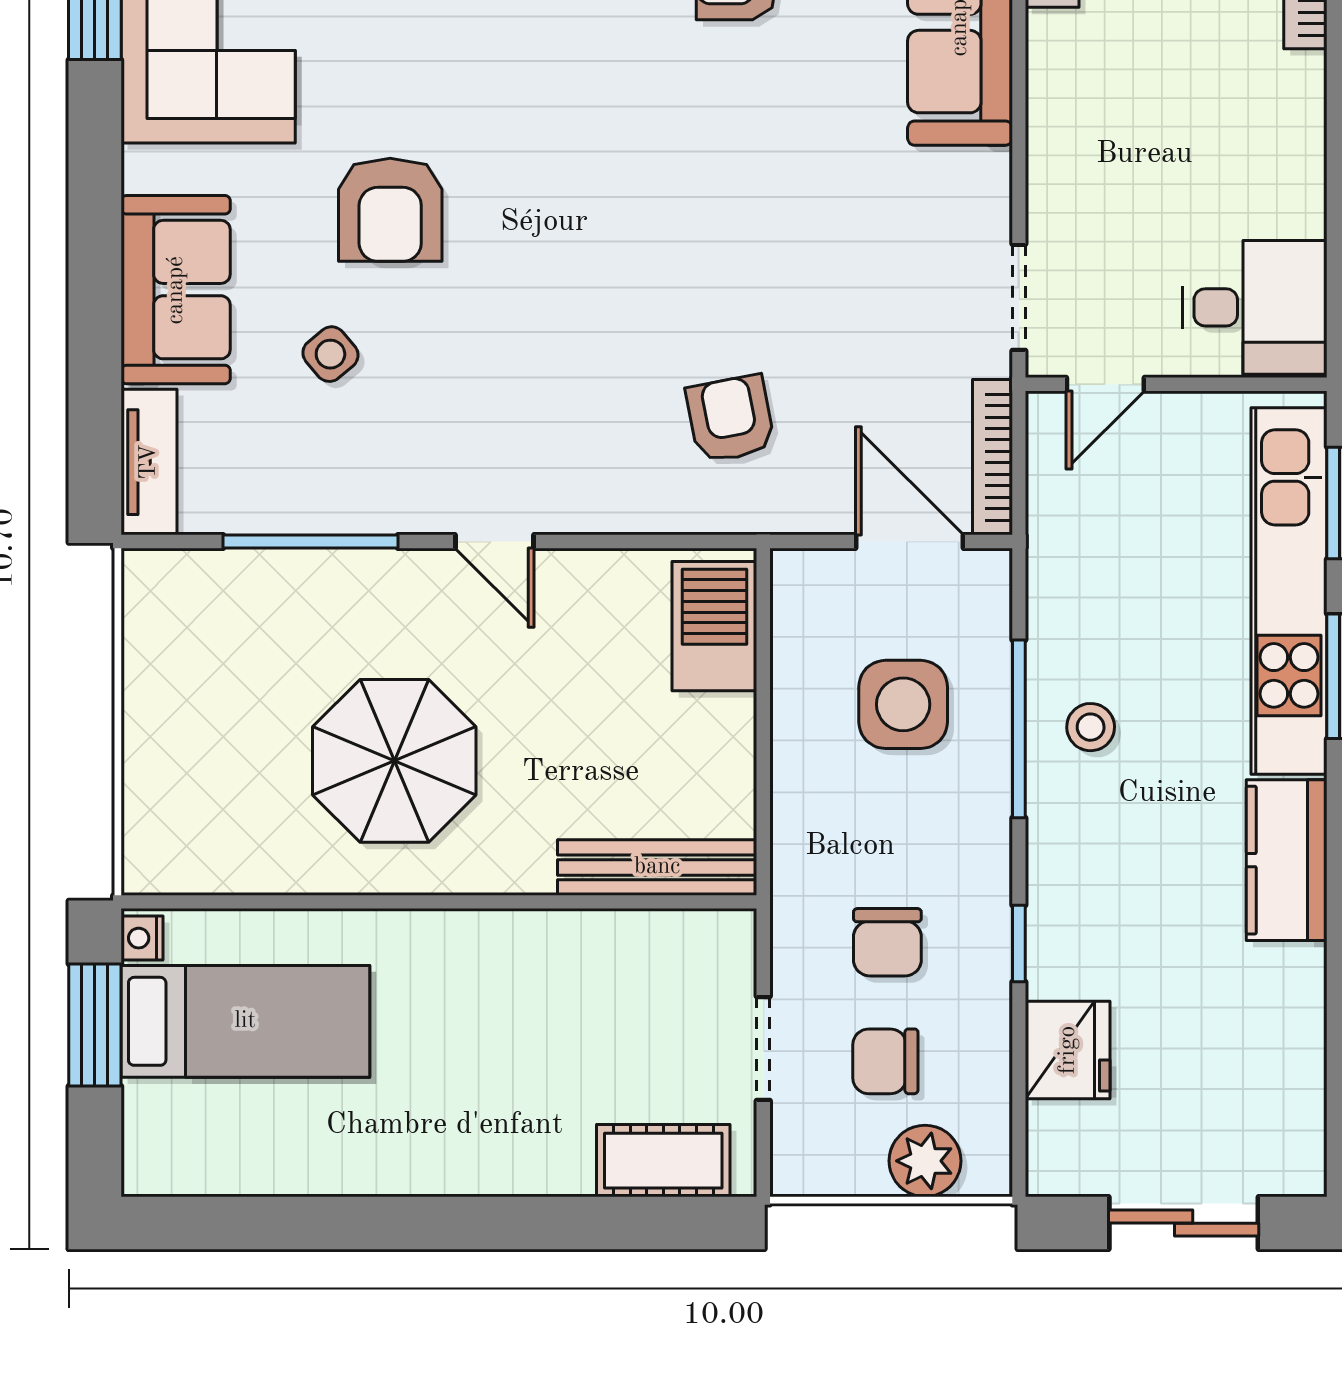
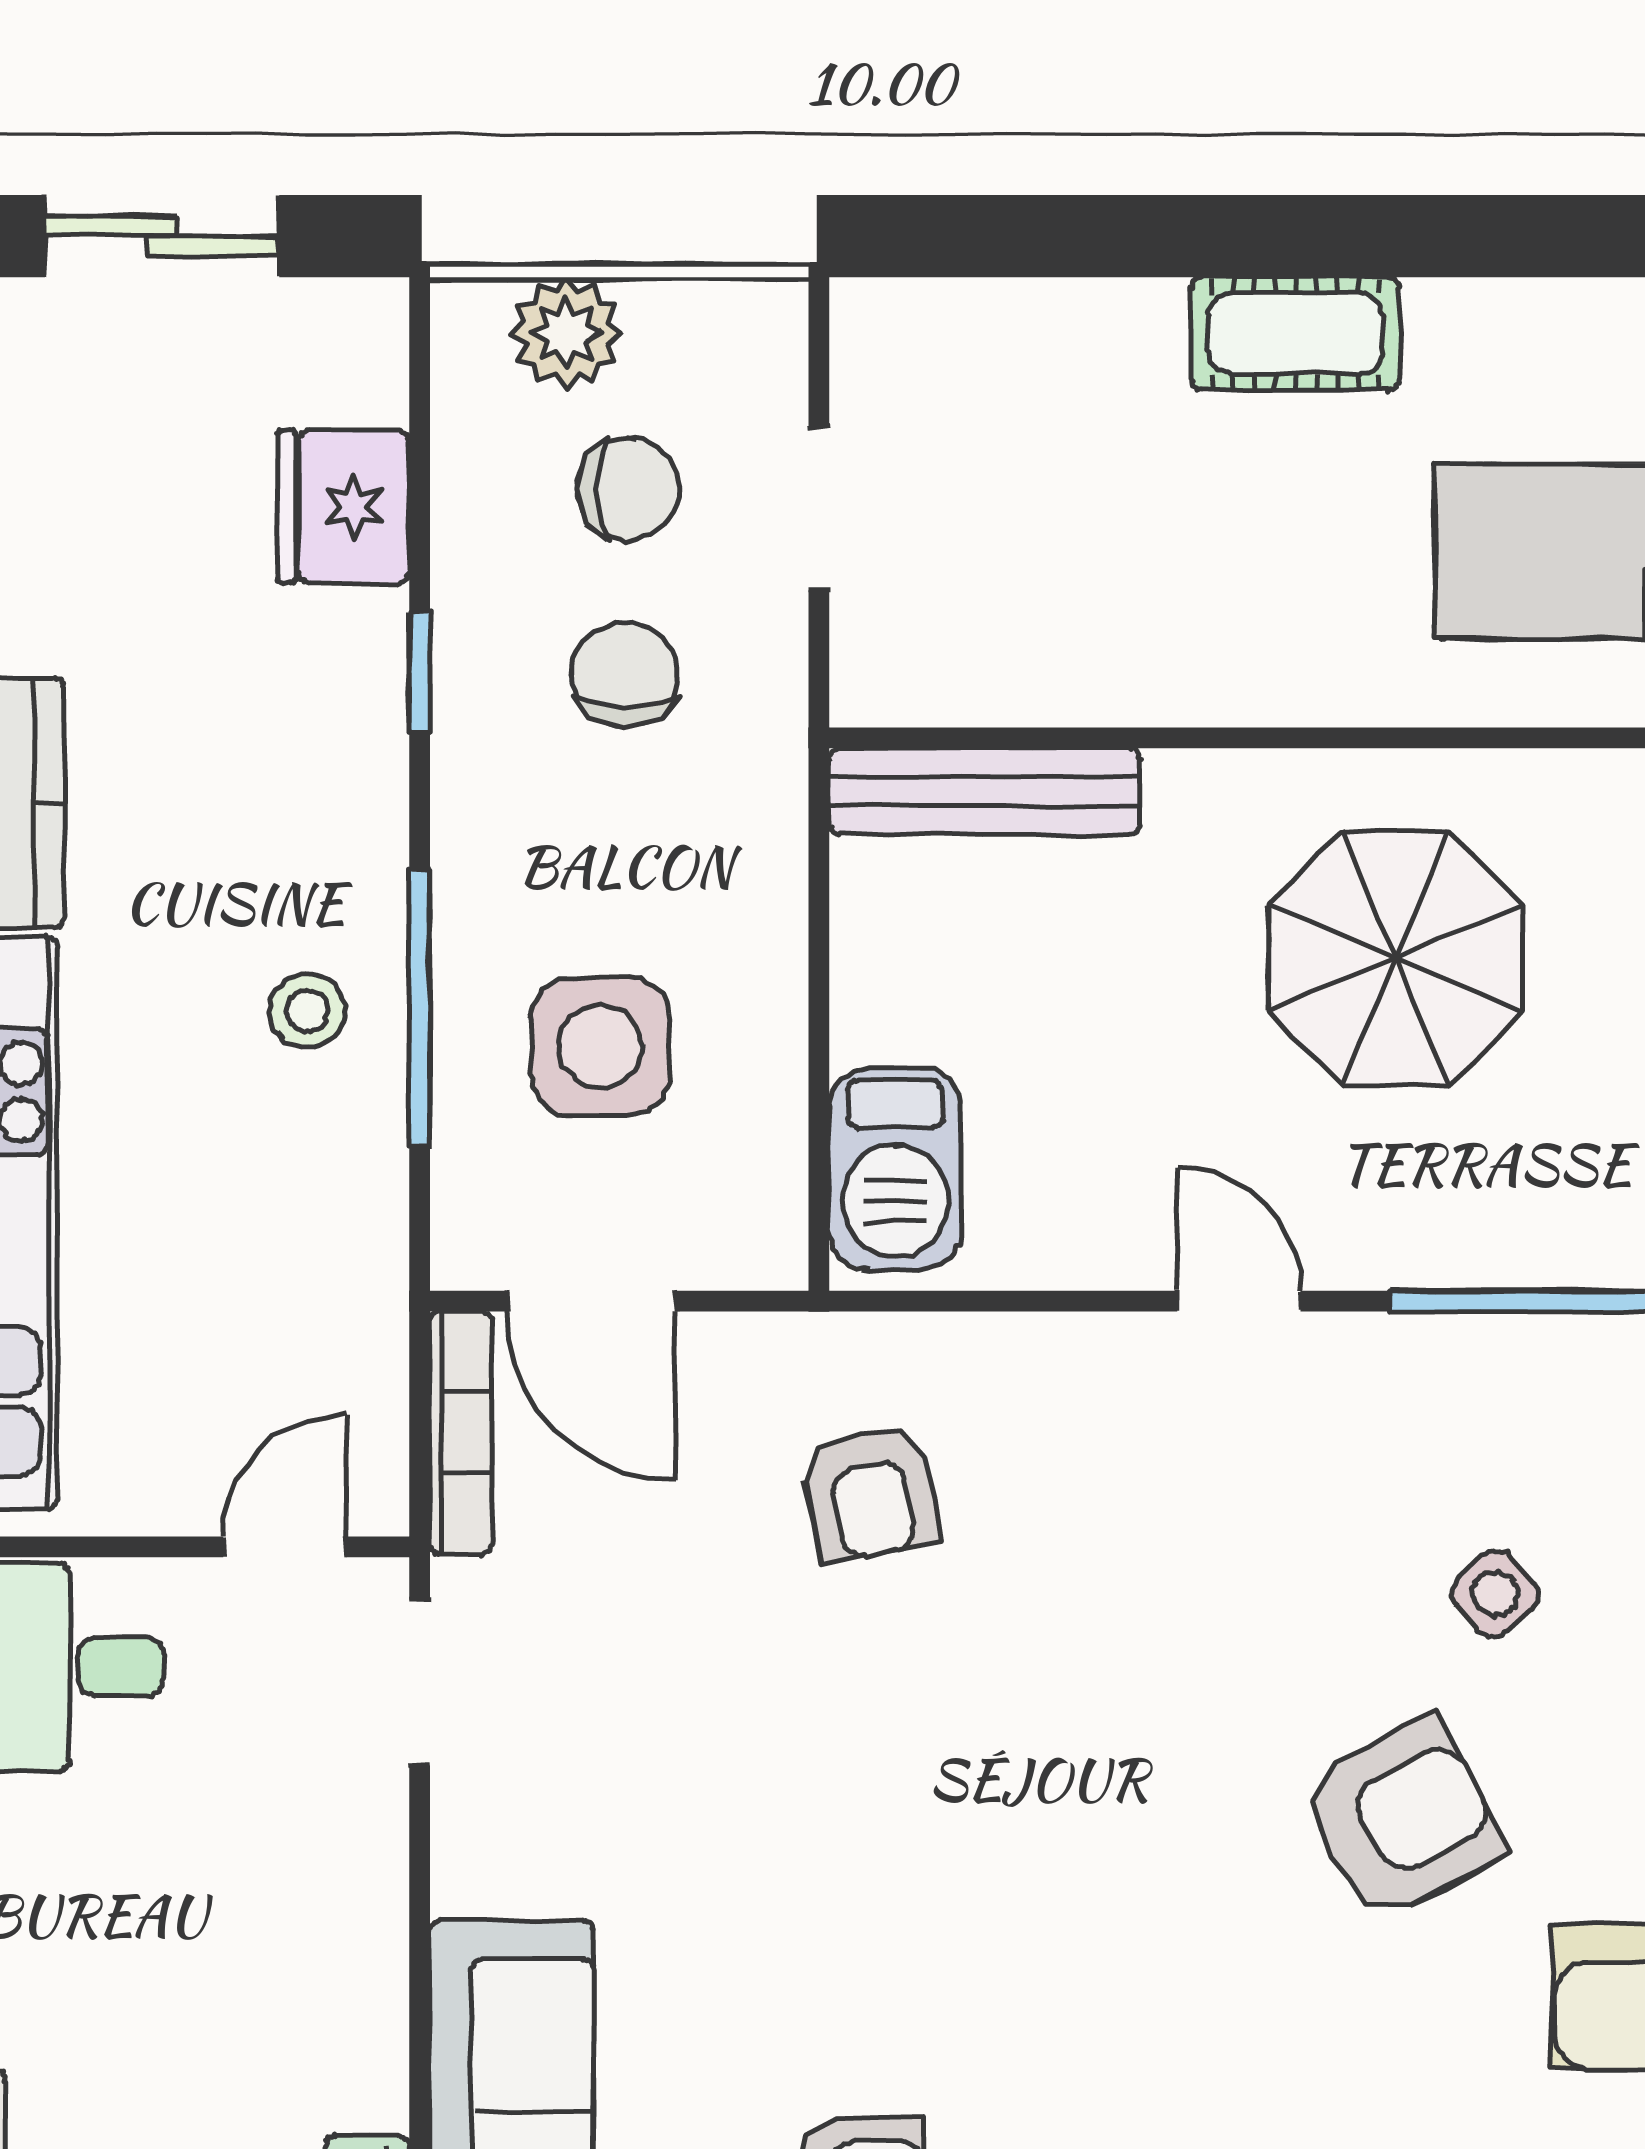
armchair: (390, 210) -> (1402, 1819), turned 62
cot: (663, 1161) -> (1295, 334), moved

